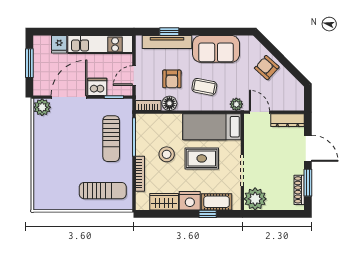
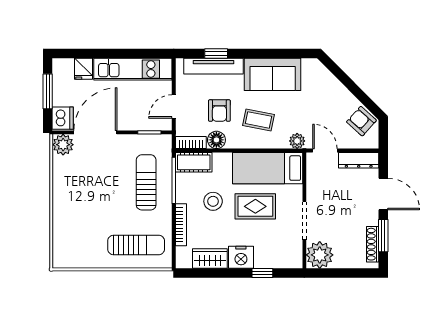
armchair: (267, 68) -> (361, 121), moved
dishwasher: (97, 87) -> (63, 118), moved, turned 90
sun lounger: (111, 139) -> (146, 182), turned 180
cot: (216, 202) -> (194, 162), moved

